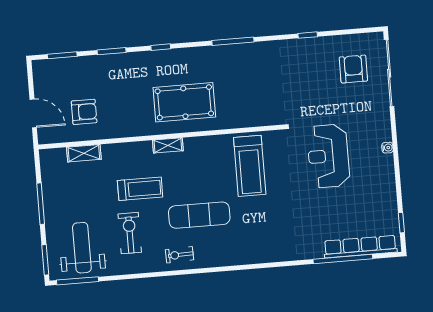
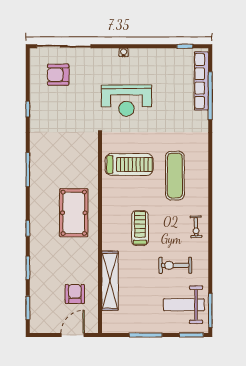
shelving: (168, 145) -> (107, 229), removed
shelving: (84, 153) -> (110, 281), width x2.20, depth x1.33
treadmill: (140, 189) -> (140, 228), moved
exercise mat: (199, 215) -> (175, 176), moved

